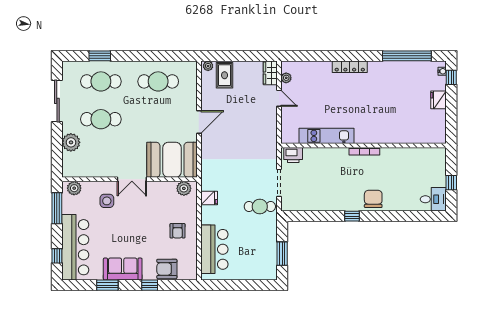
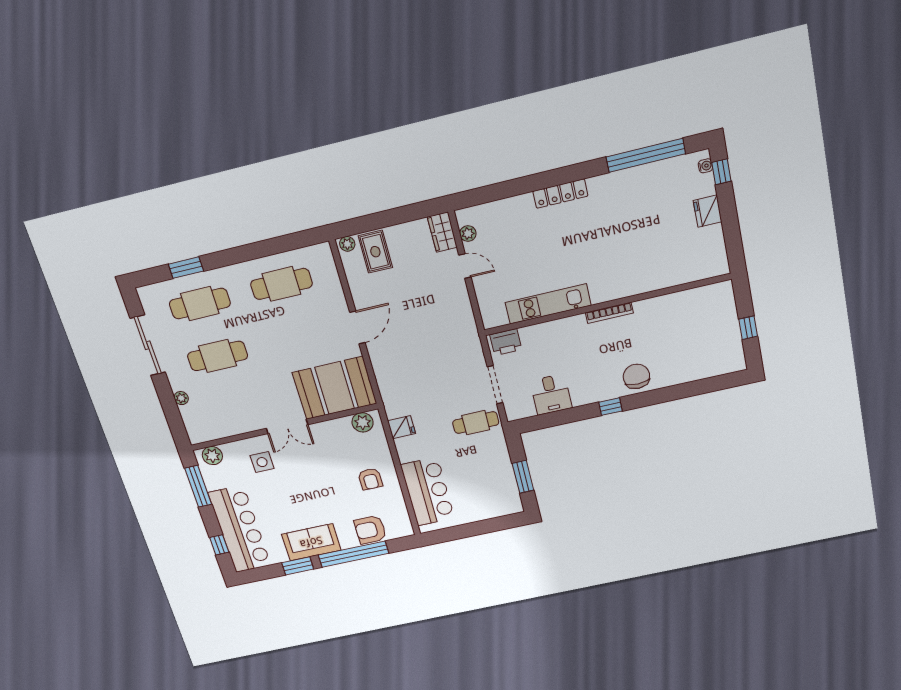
plant: (71, 142) -> (181, 398), width x0.53, depth x0.53
desk: (433, 199) -> (551, 394), moved, turned 90
window: (150, 285) -> (353, 554), width x3.17

